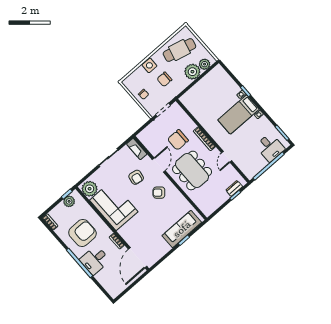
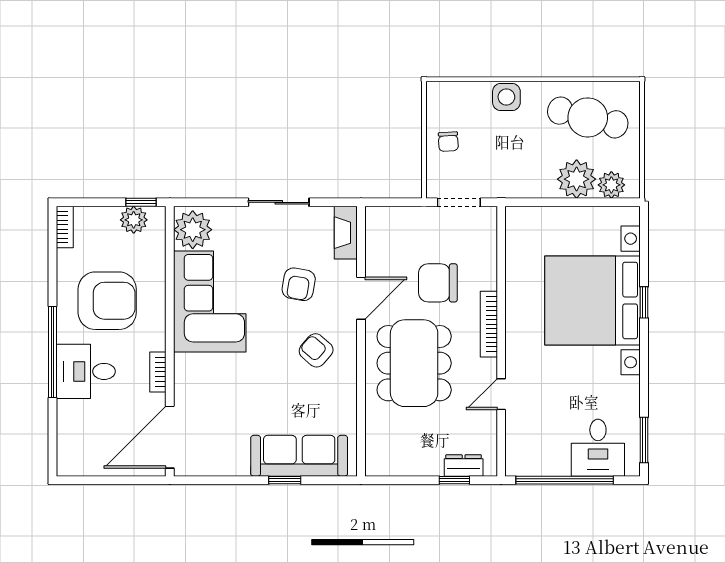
chair: (164, 79) -> (512, 148), removed
bed with nightstands: (239, 115) -> (593, 300), width x1.85

